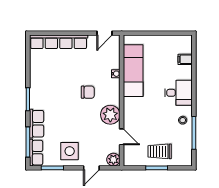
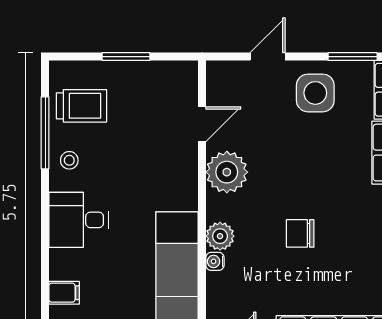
chair: (88, 92) -> (300, 233), moved
door: (122, 137) -> (202, 124), swing flipped
trolley: (160, 151) -> (81, 106), moved
plant: (113, 160) -> (220, 236), moved

